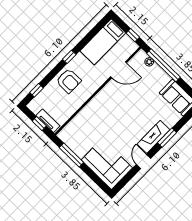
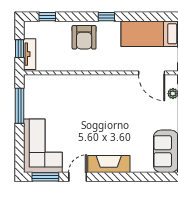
door: (119, 70) -> (152, 73), moved
window: (167, 138) -> (45, 177), moved

